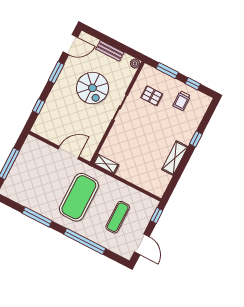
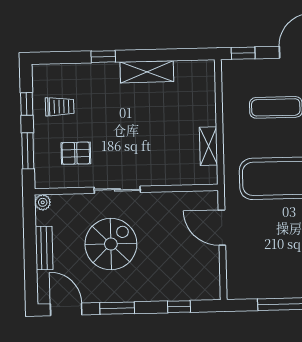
pallet: (152, 96) -> (76, 153), turned 90
shelving: (106, 164) -> (208, 146), moved

